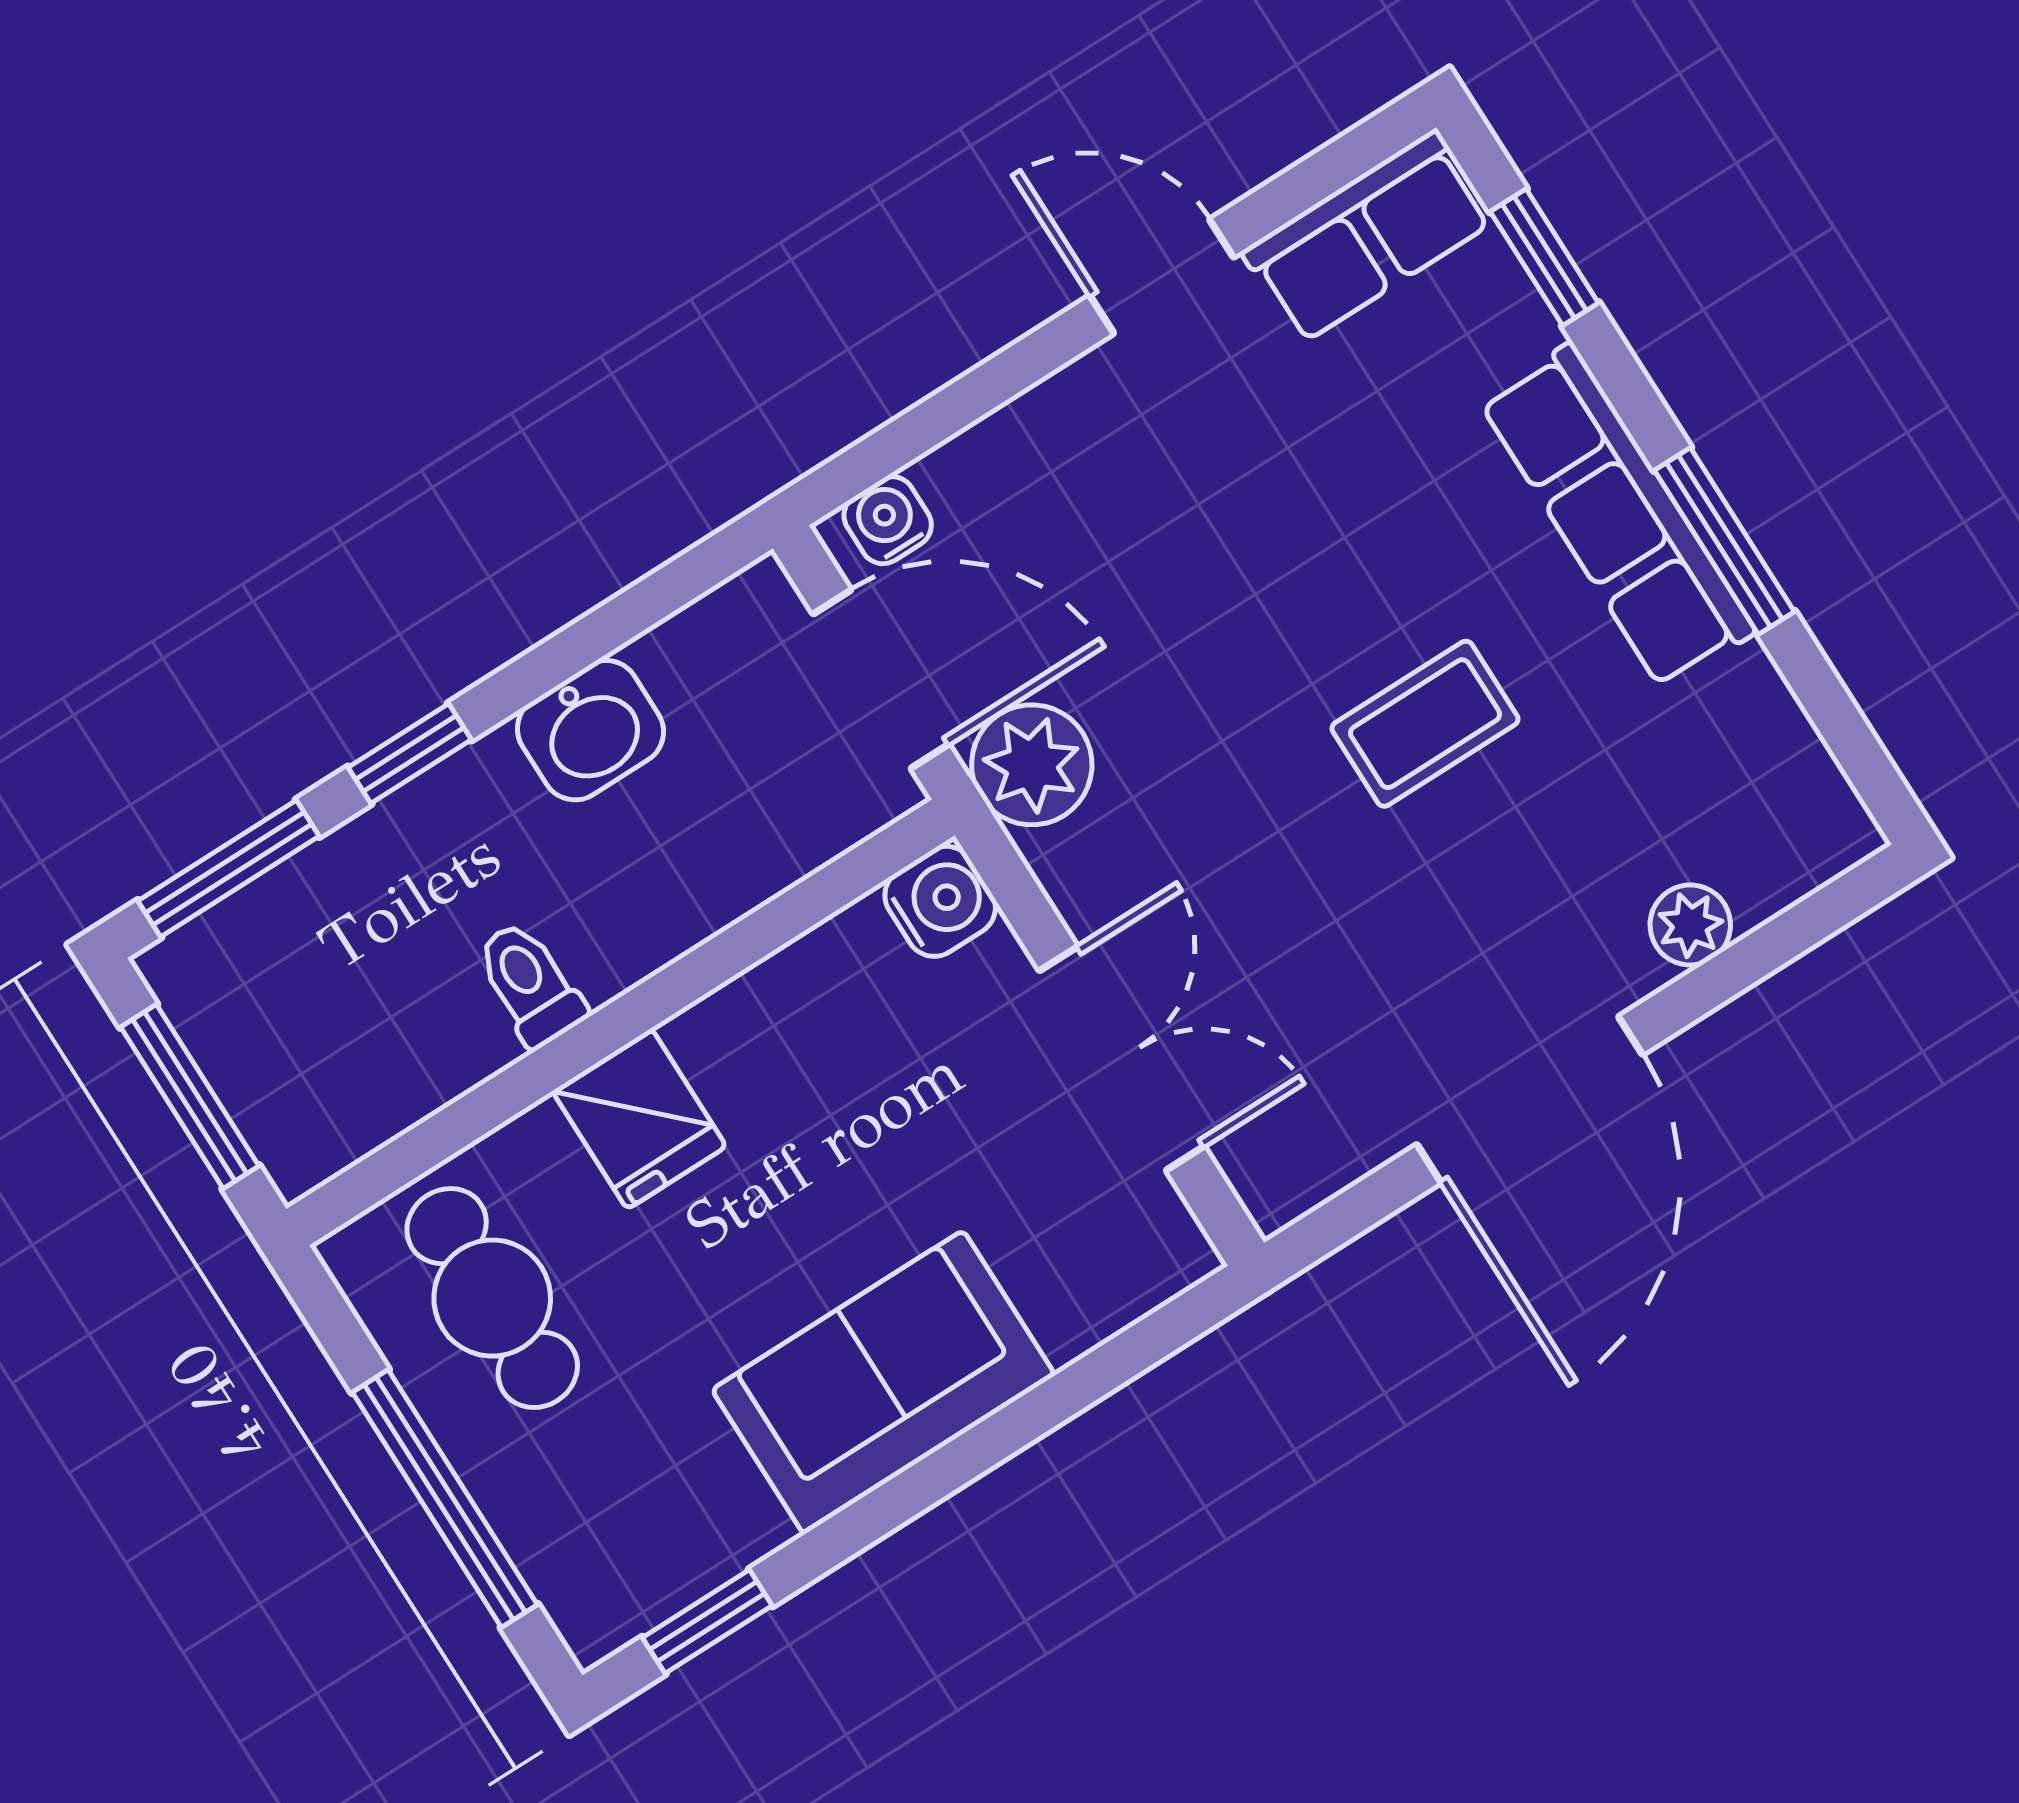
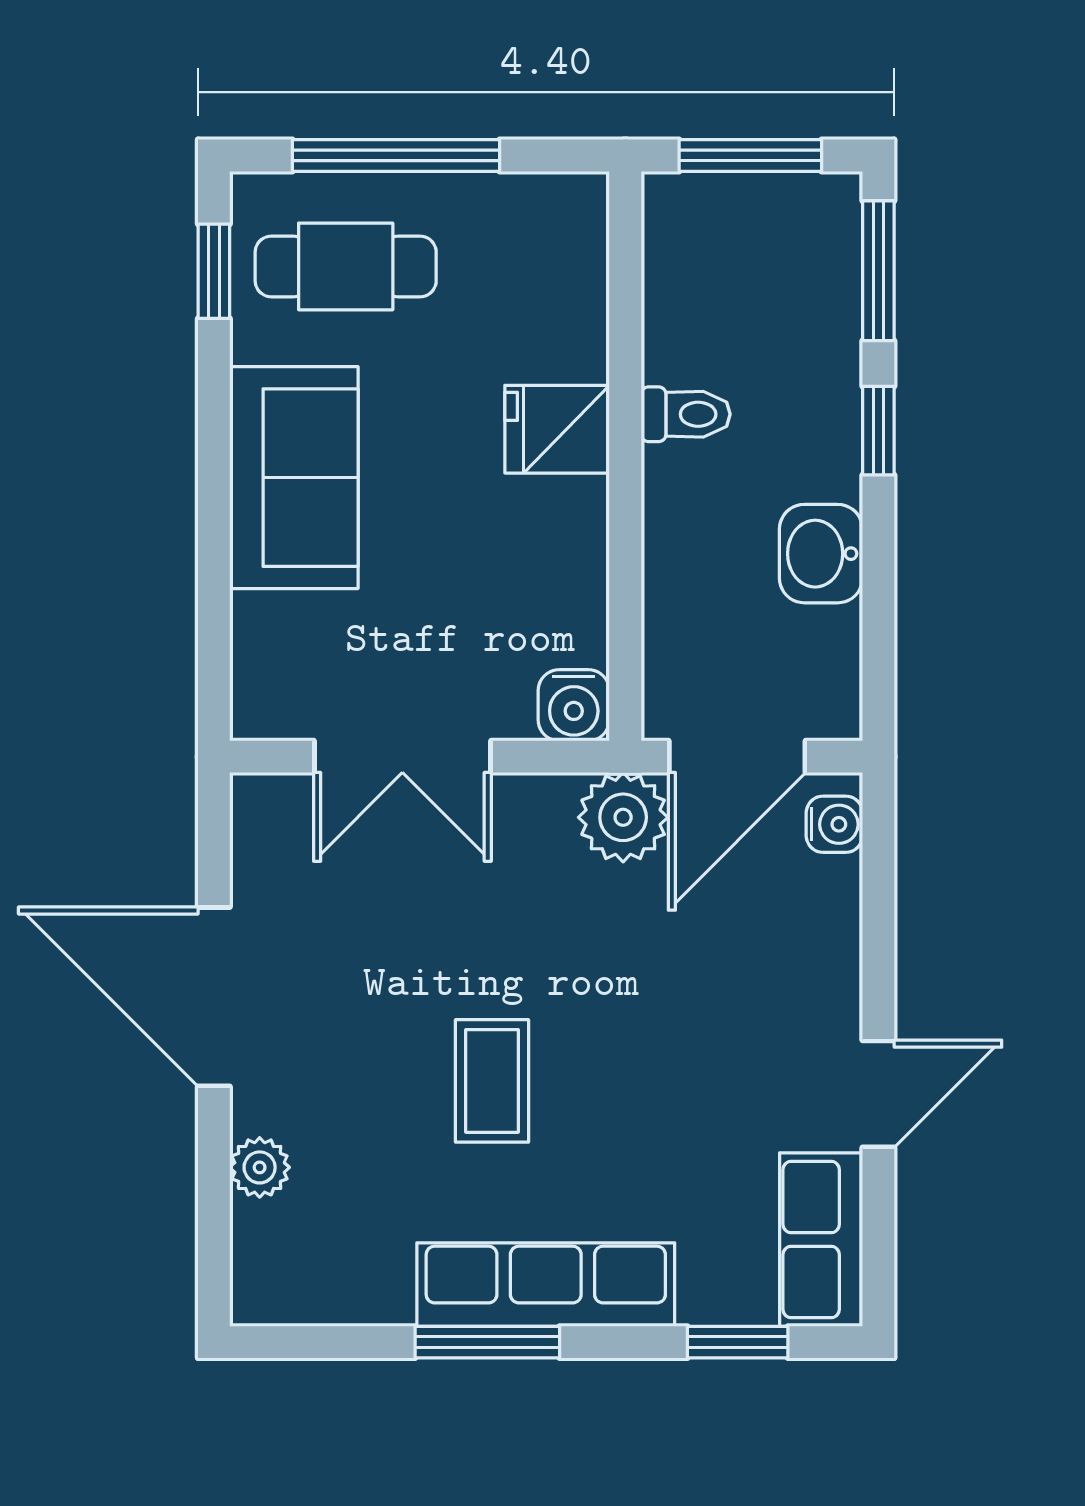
cafe table: (492, 1298) -> (346, 266), moved

